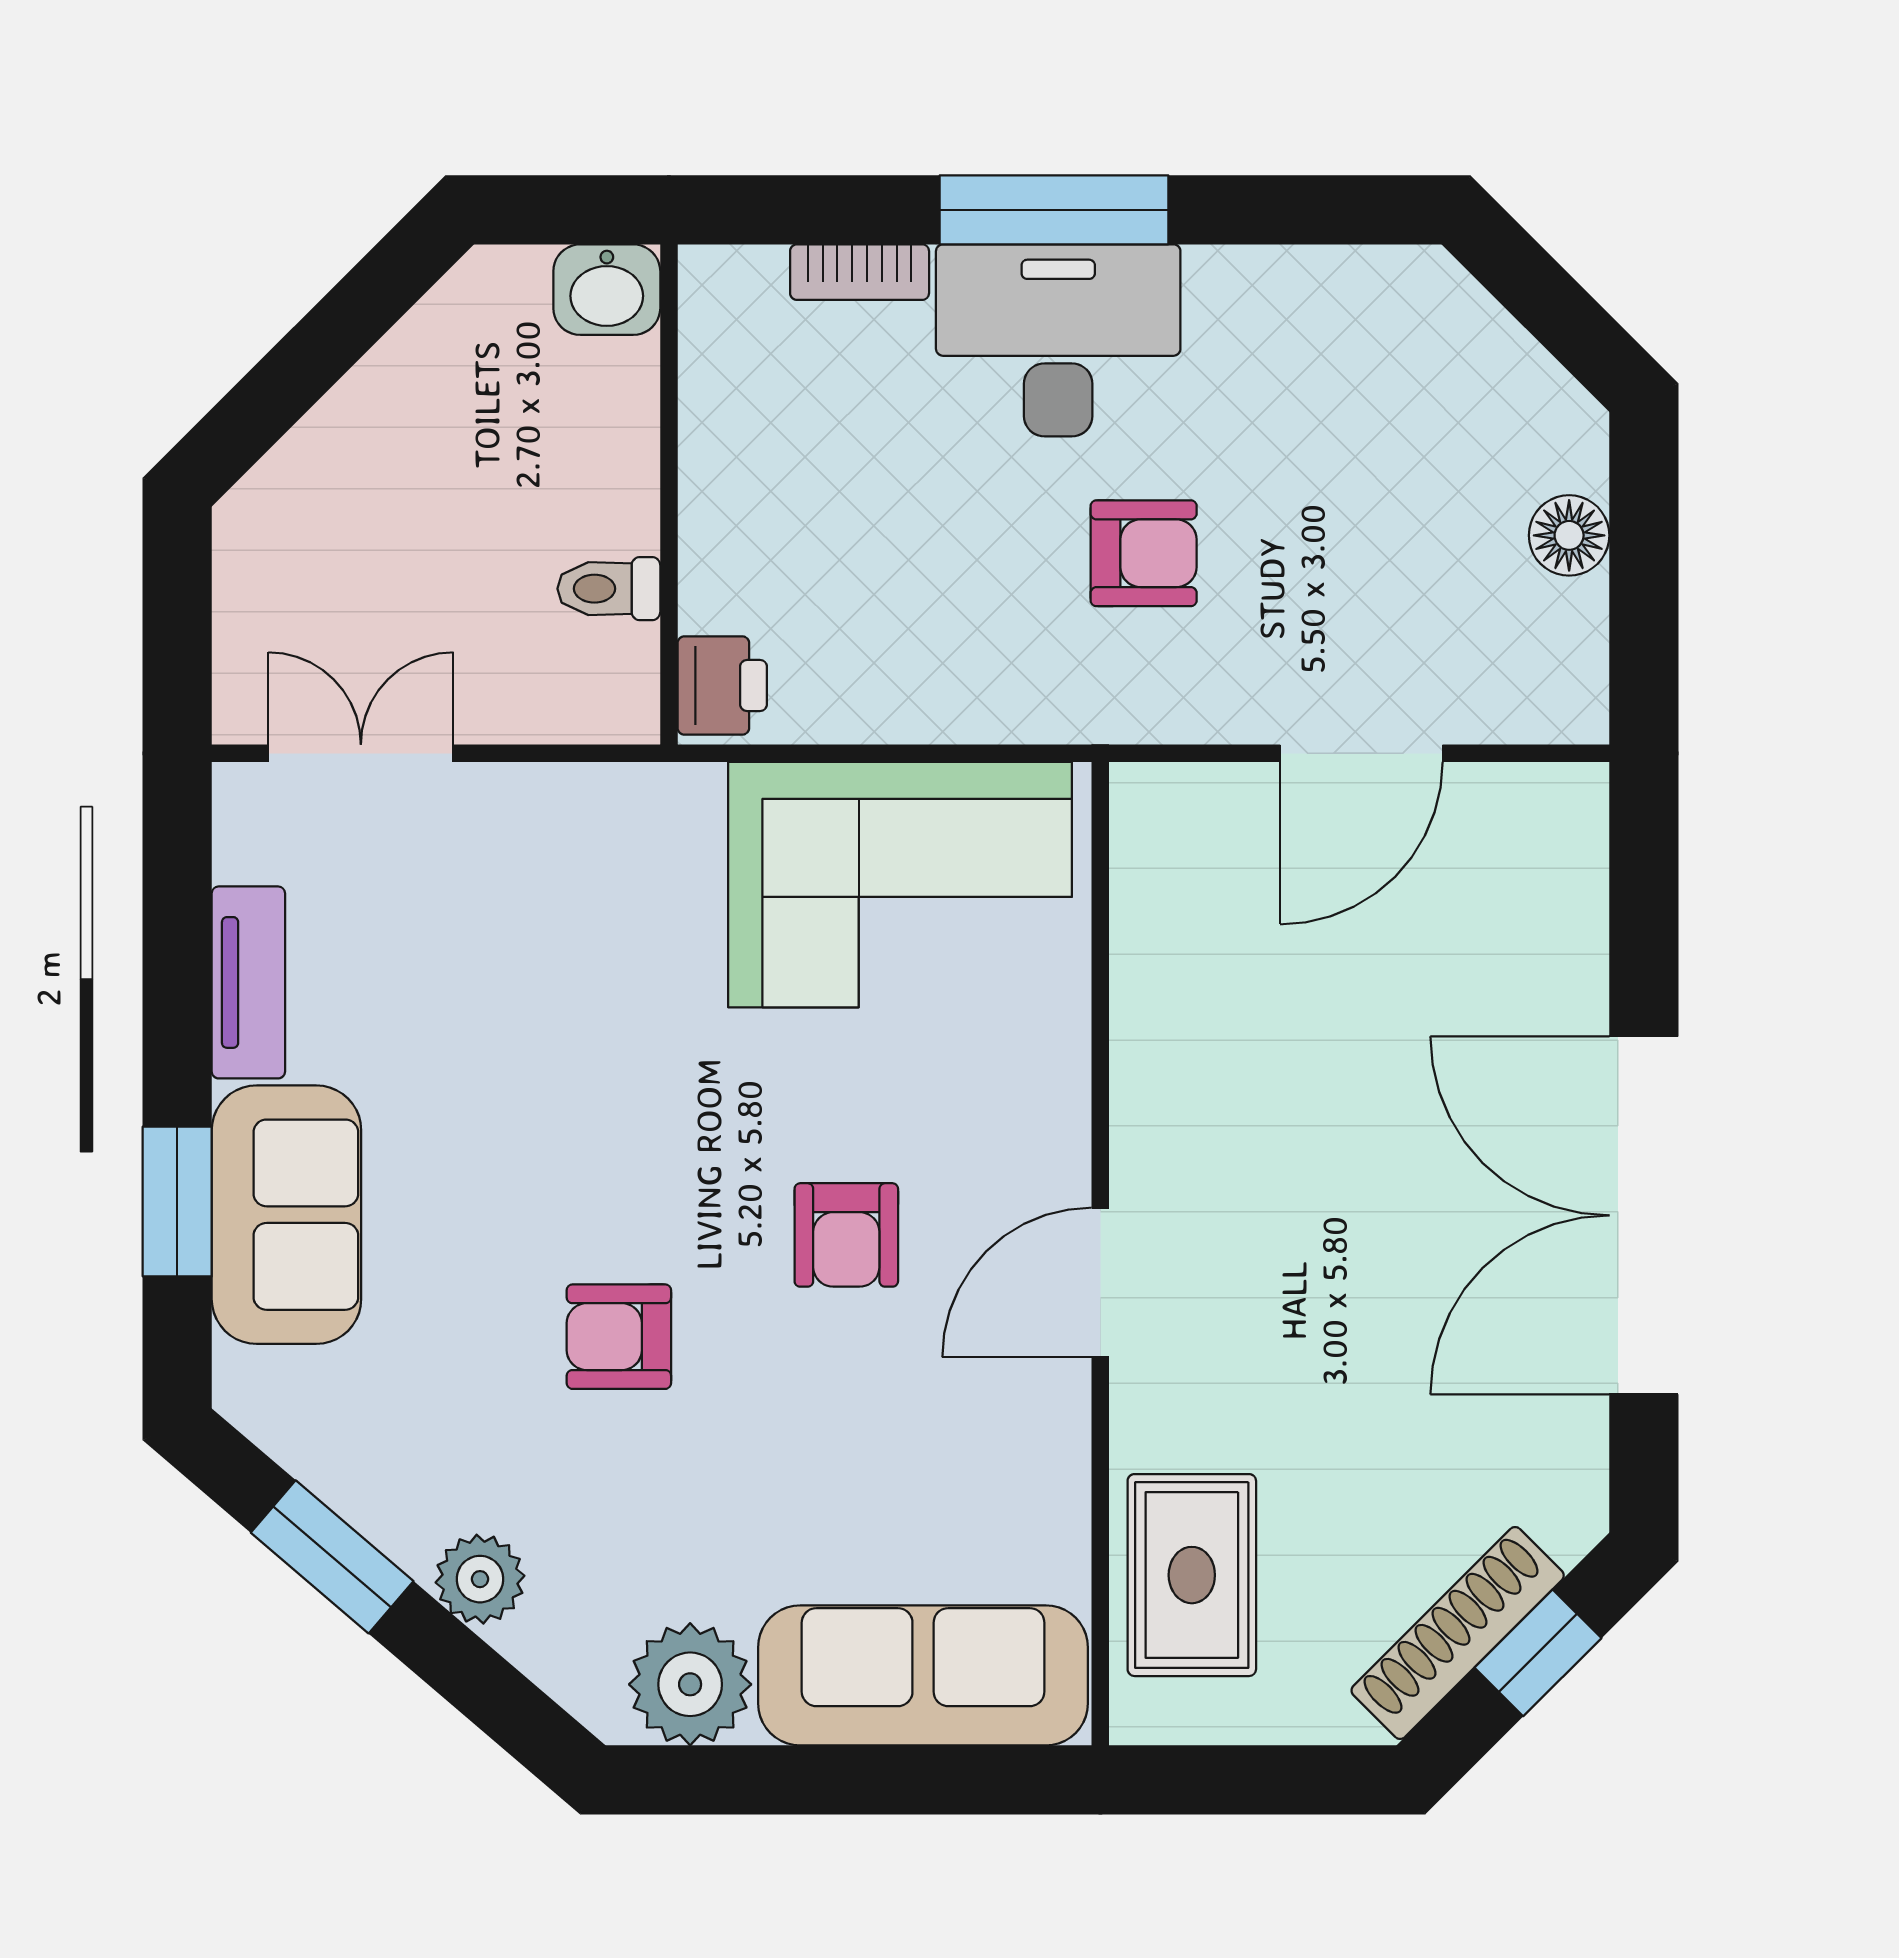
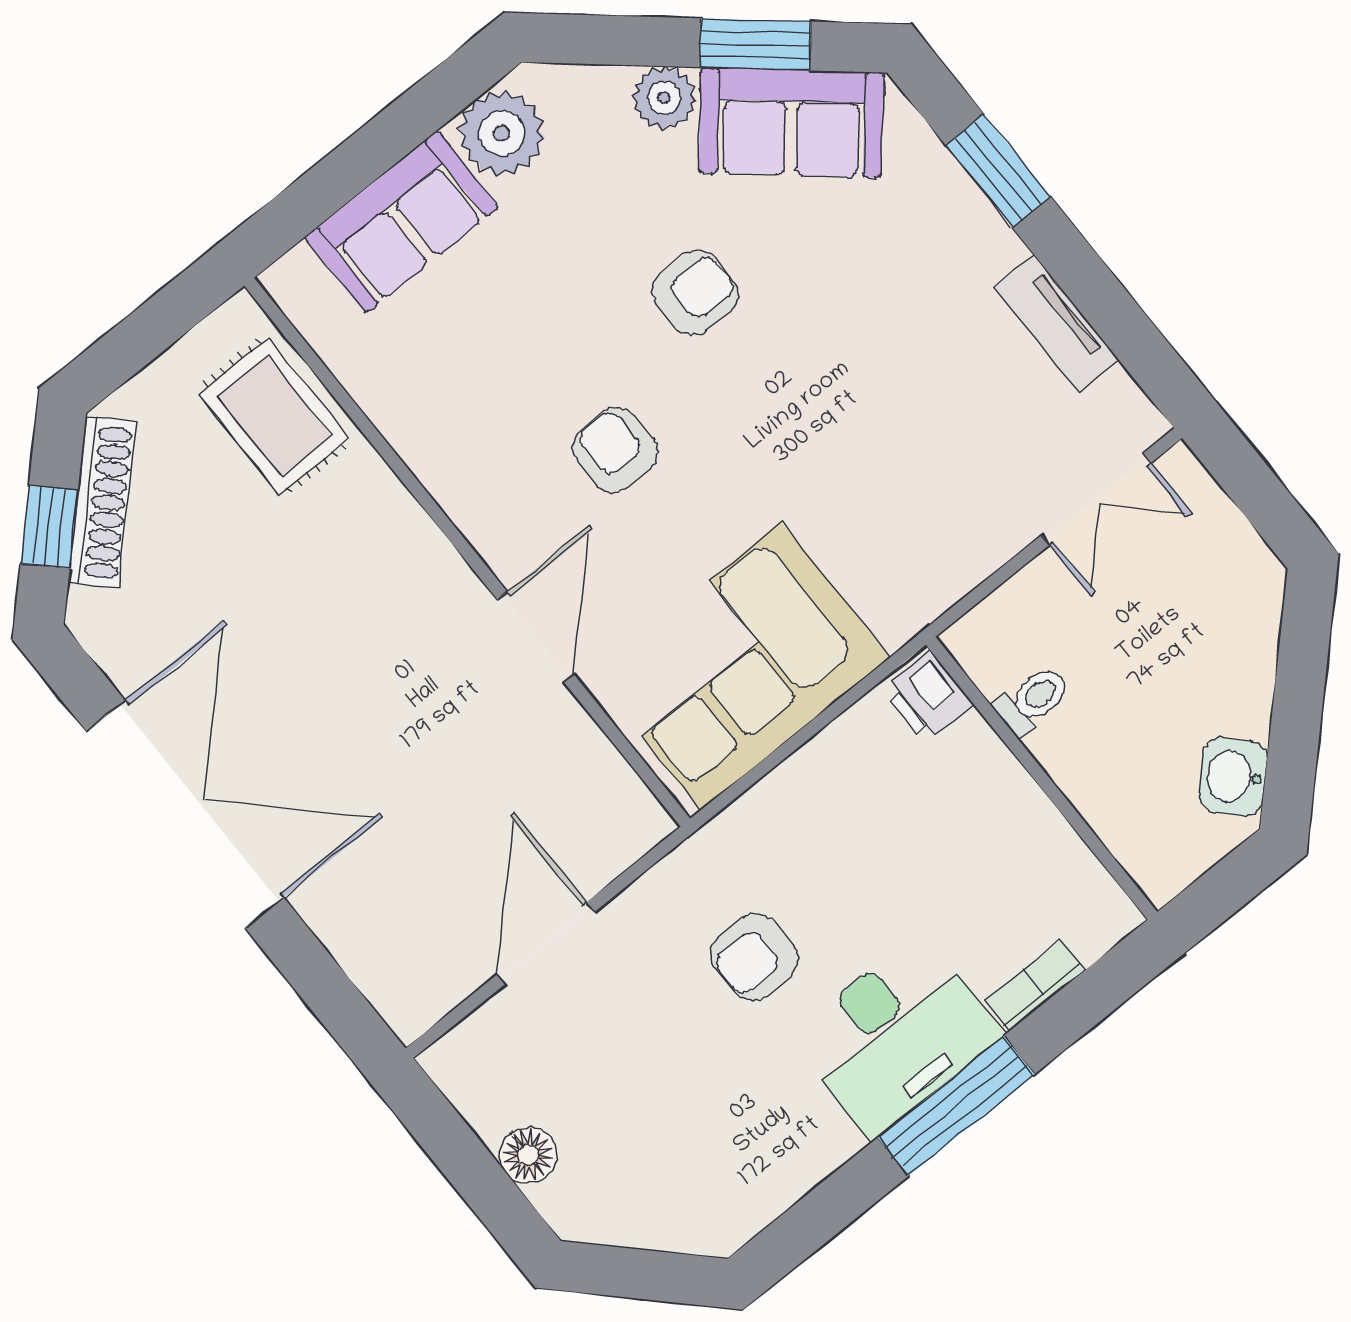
washbasin: (607, 290) -> (1233, 777), moved, turned -45
sofa: (286, 1215) -> (791, 123), moved, turned -49
door: (1100, 1282) -> (536, 637), moved
sofa: (923, 1675) -> (402, 222), width x0.73

